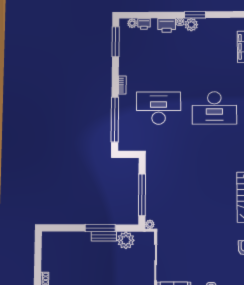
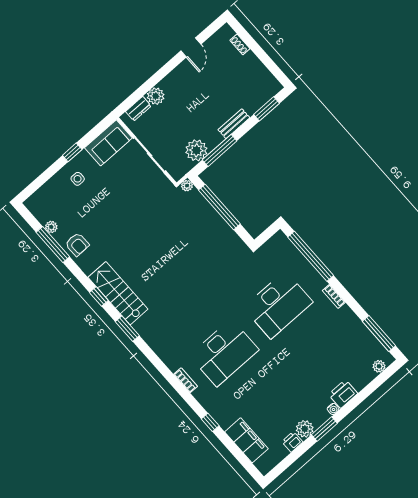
printer: (144, 24) -> (292, 442), moved
plant: (191, 25) -> (305, 429), moved
desk: (214, 108) -> (224, 353), turned 180
window: (63, 228) -> (267, 109), added
window: (100, 228) -> (220, 150), moved
bench: (104, 236) -> (234, 124), moved

